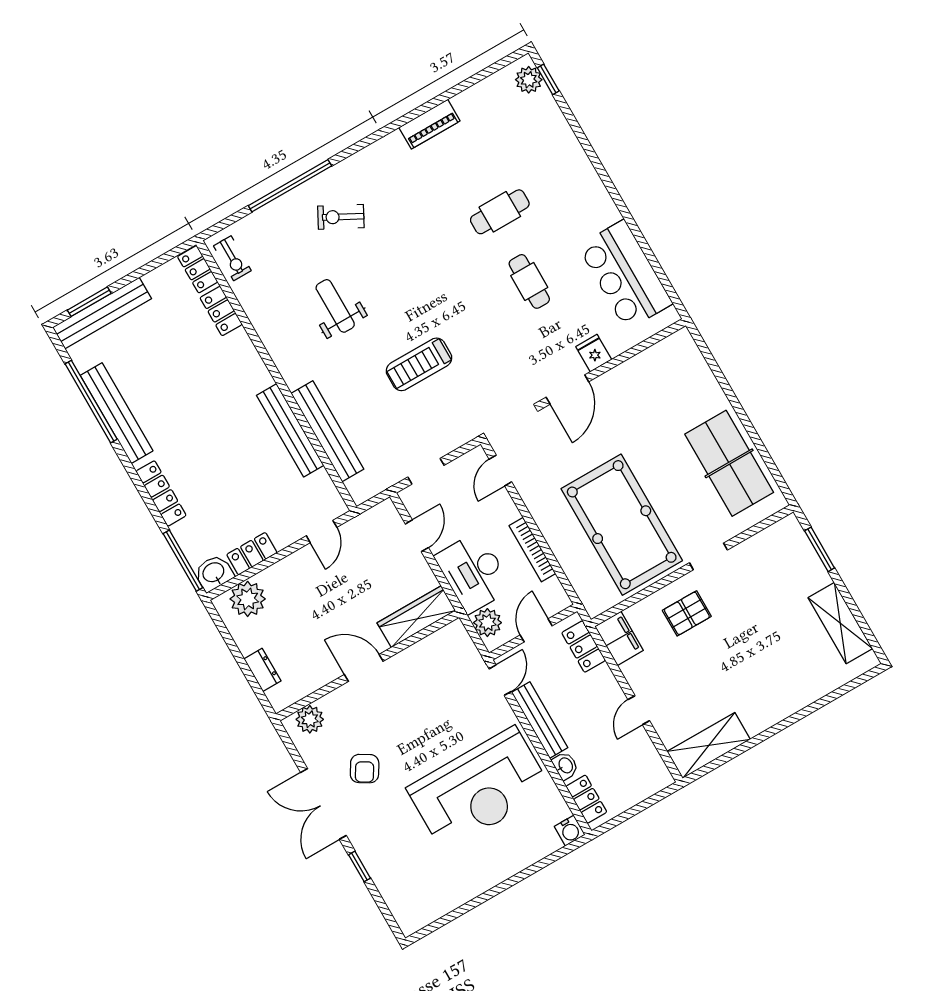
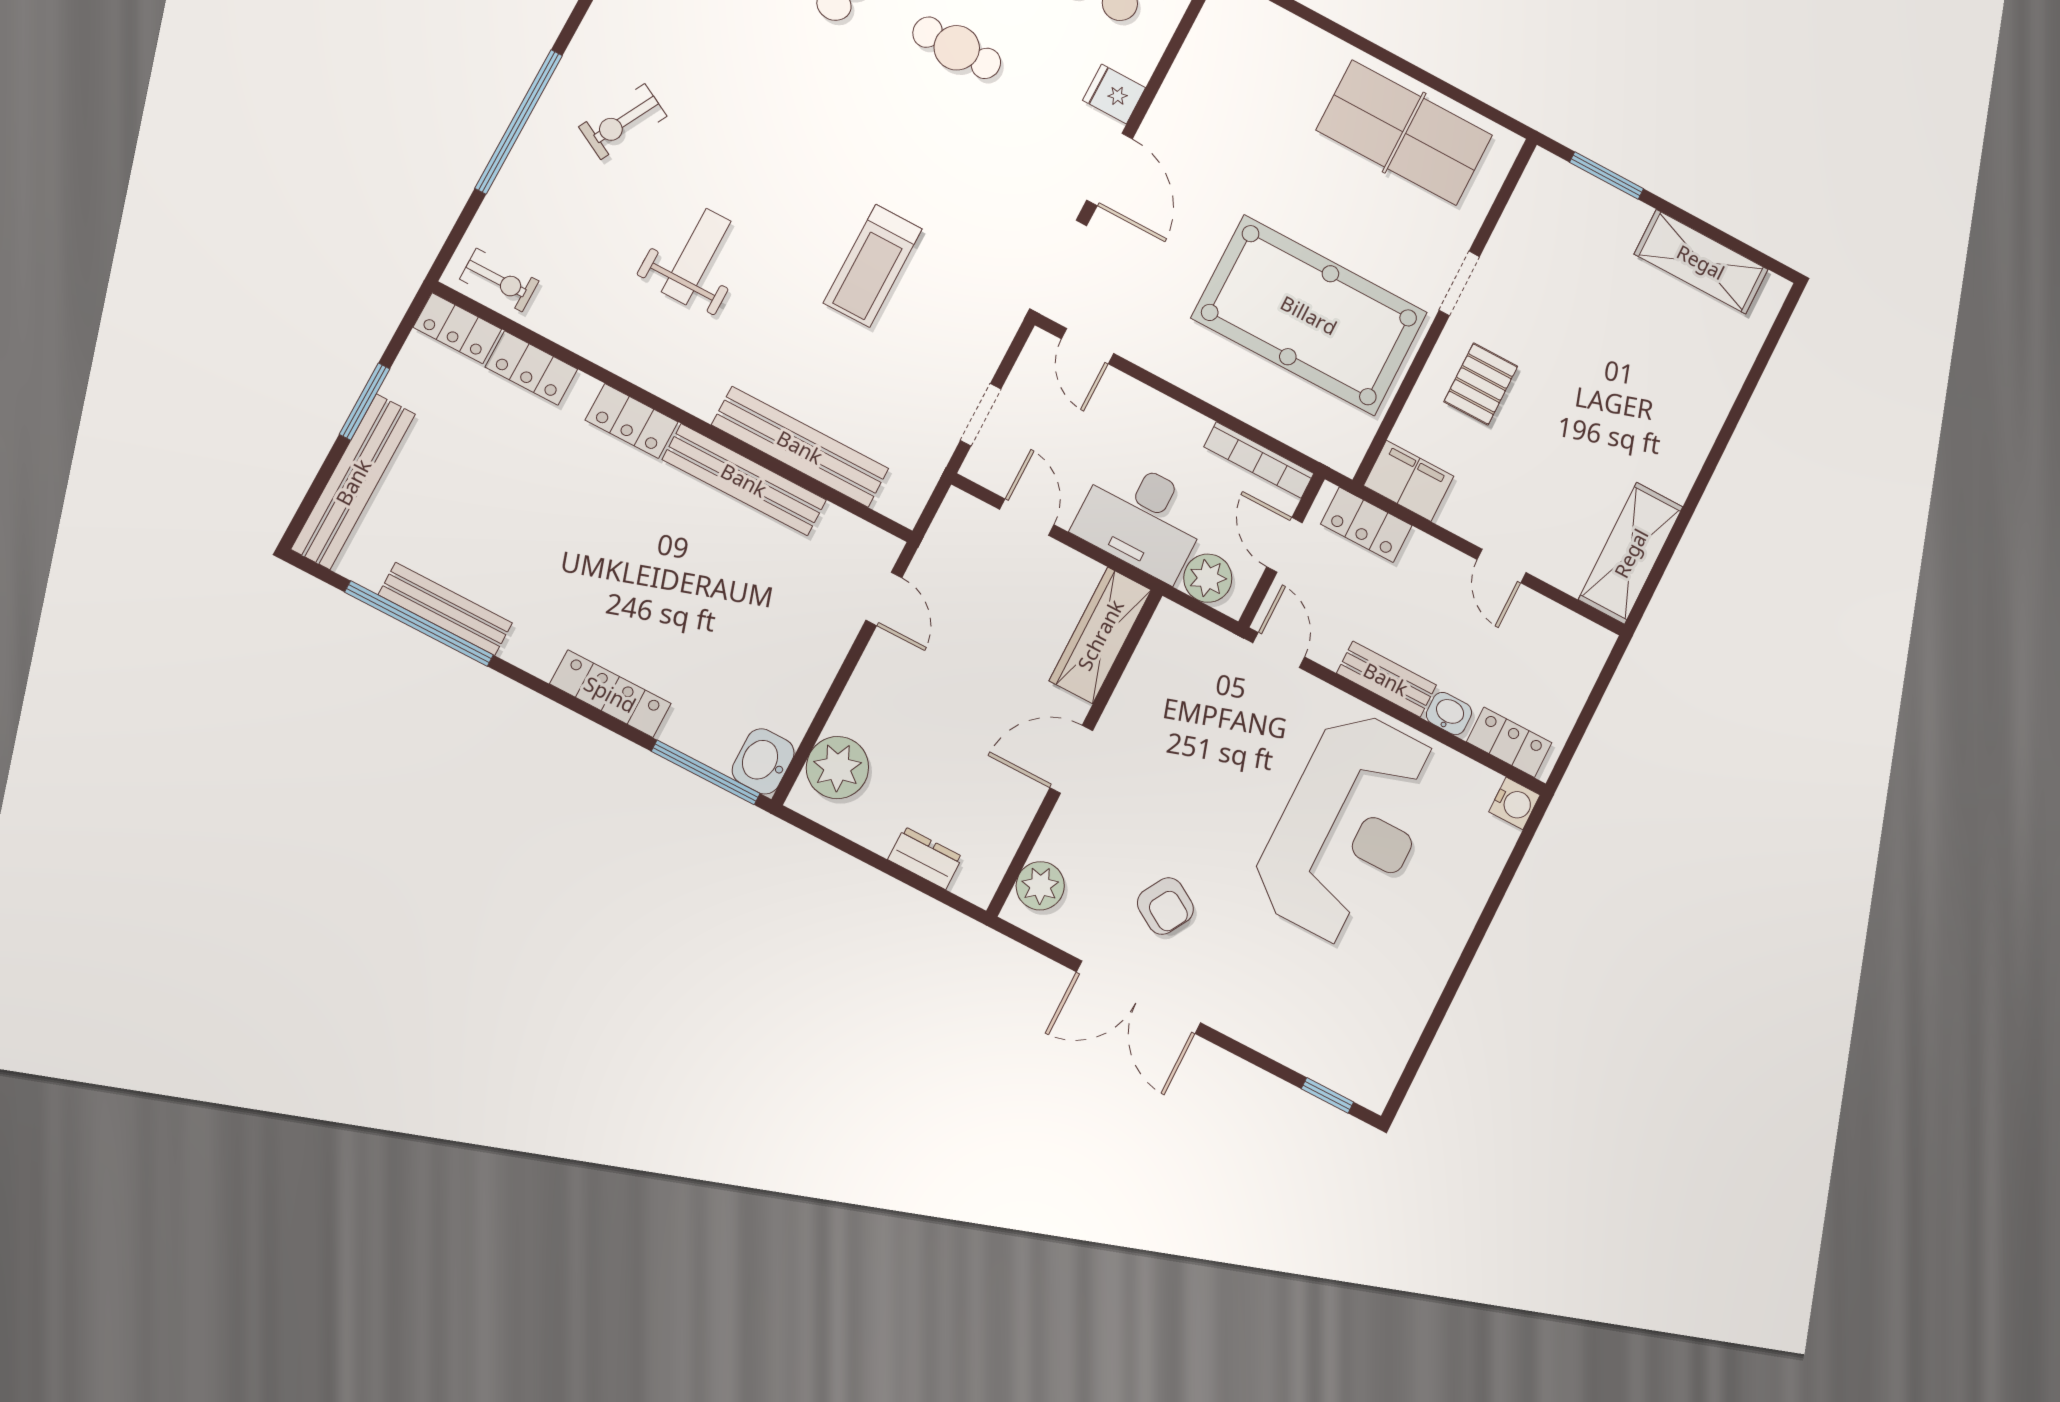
window: (89, 302) -> (365, 402), moved
weight bench: (335, 306) -> (696, 257), turned 90
bench: (117, 413) -> (445, 609), width x0.73, depth x0.82
bookcase: (532, 550) -> (1259, 460), moved
locker: (252, 554) -> (632, 421), moved, turned -90
bench: (540, 720) -> (1386, 679), width x0.73
window: (359, 866) -> (1327, 1095), moved

